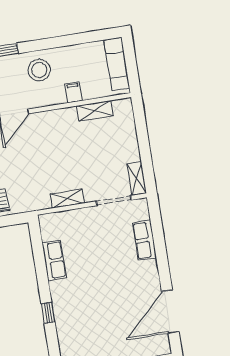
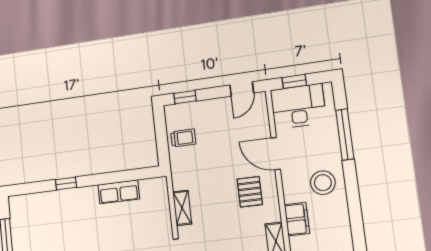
filing cabinet: (73, 92) -> (297, 219), width x2.00
pallet: (50, 136) -> (250, 192), added

